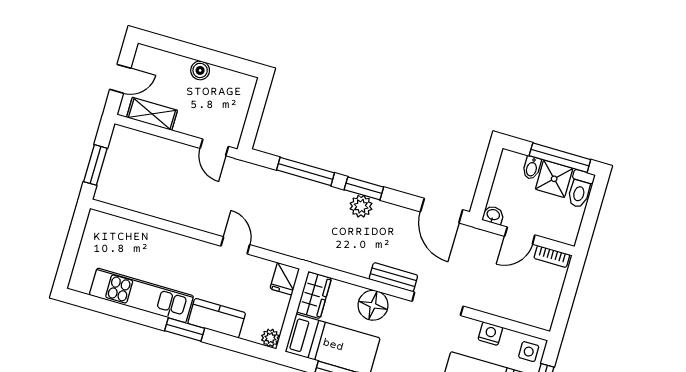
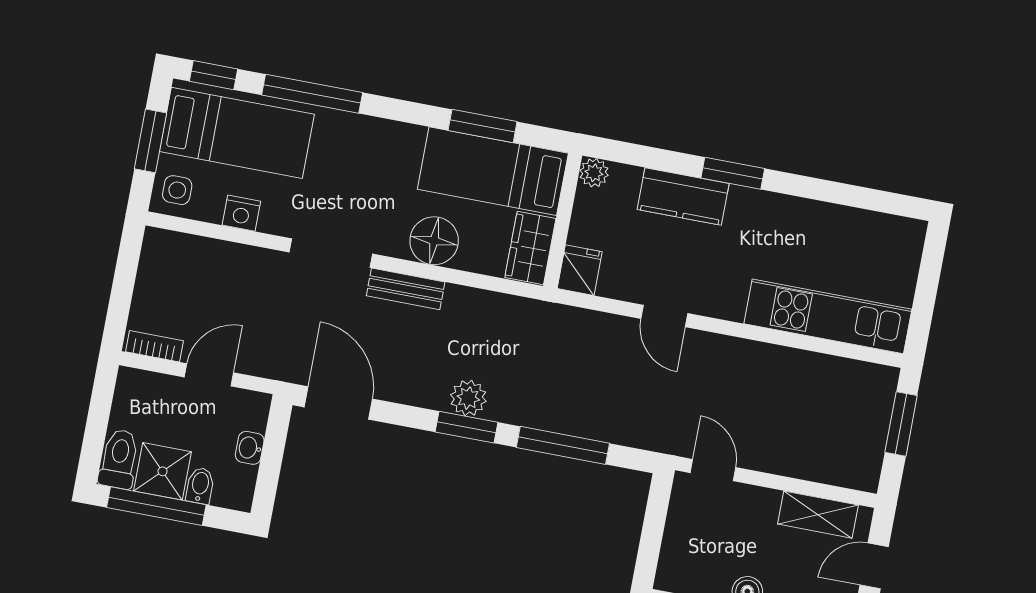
washbasin: (493, 215) -> (250, 448), moved, turned 90
kitchen unit: (141, 295) -> (828, 316), moved, turned 180

